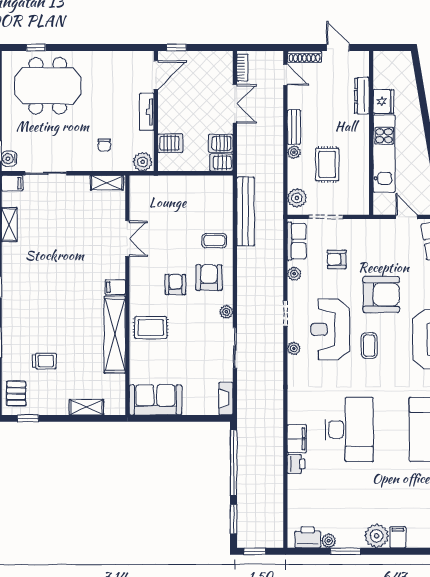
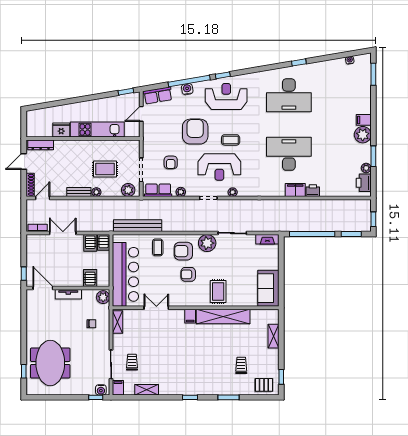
dresser: (362, 96) -> (41, 145), moved
bar counter: (175, 194) -> (125, 274), added
trolley: (49, 204) -> (132, 362), added
plant: (226, 312) -> (207, 243), width x1.88, depth x1.88

